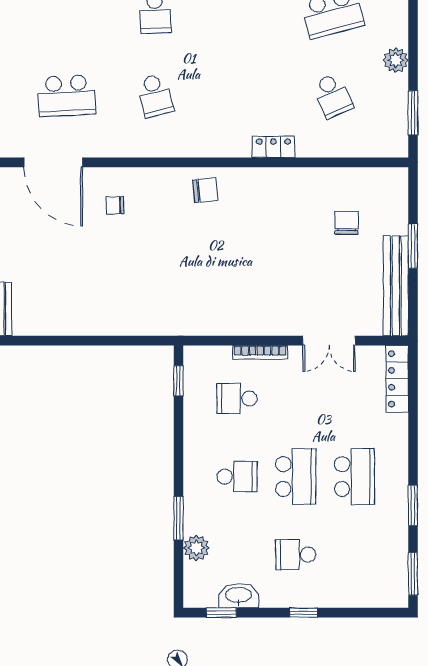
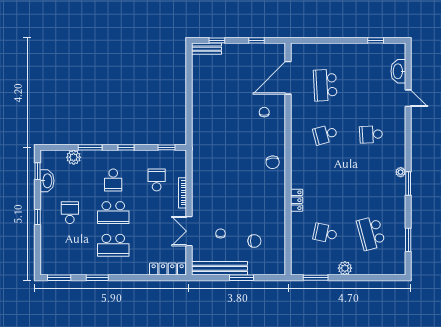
school desk: (333, 96) -> (325, 233), turned 36
chair: (333, 284) -> (221, 233), added
window: (178, 454) -> (126, 147), added

